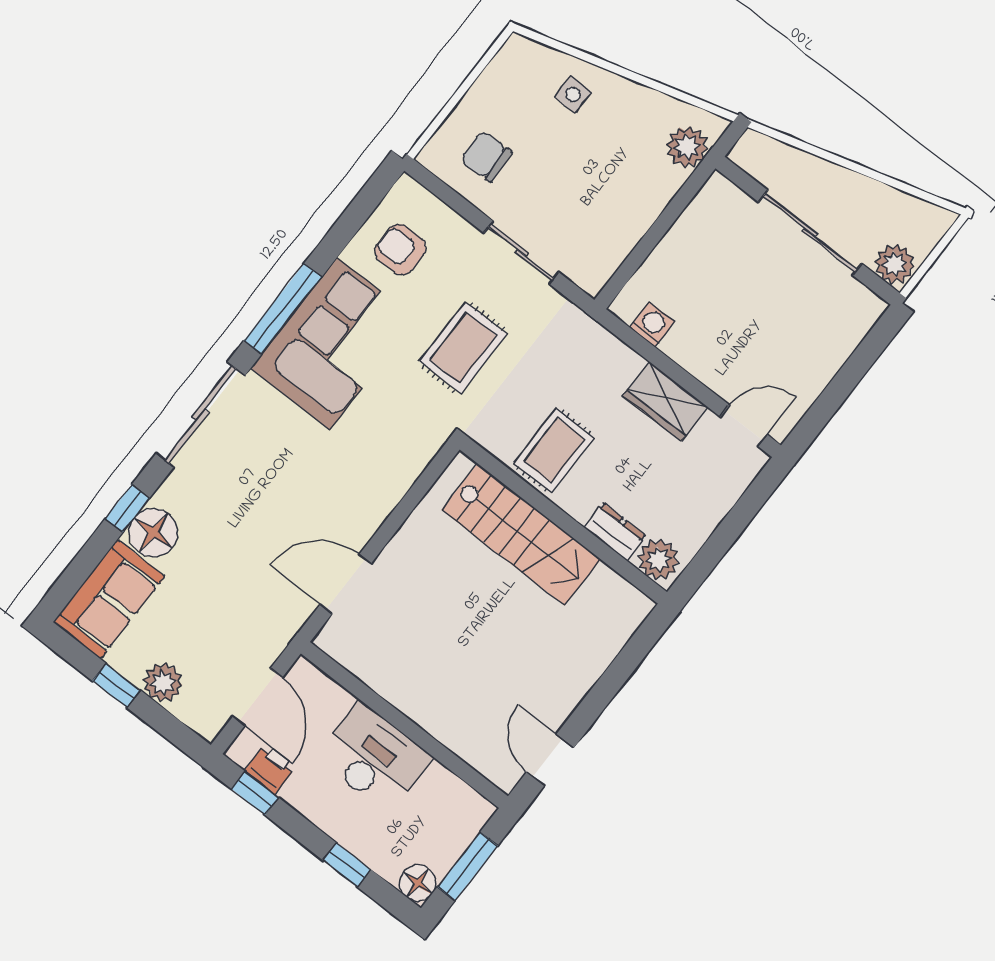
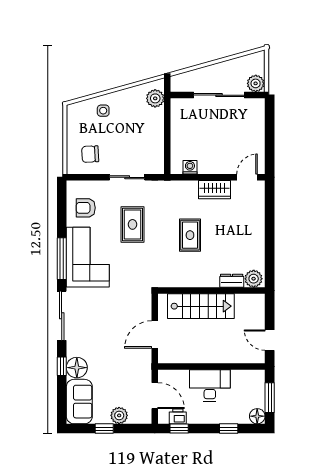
wall: (563, 521) -> (211, 291), moved
dresser: (615, 532) -> (232, 281), moved
stairs: (521, 534) -> (201, 306), moved
plant: (658, 560) -> (254, 279), moved

